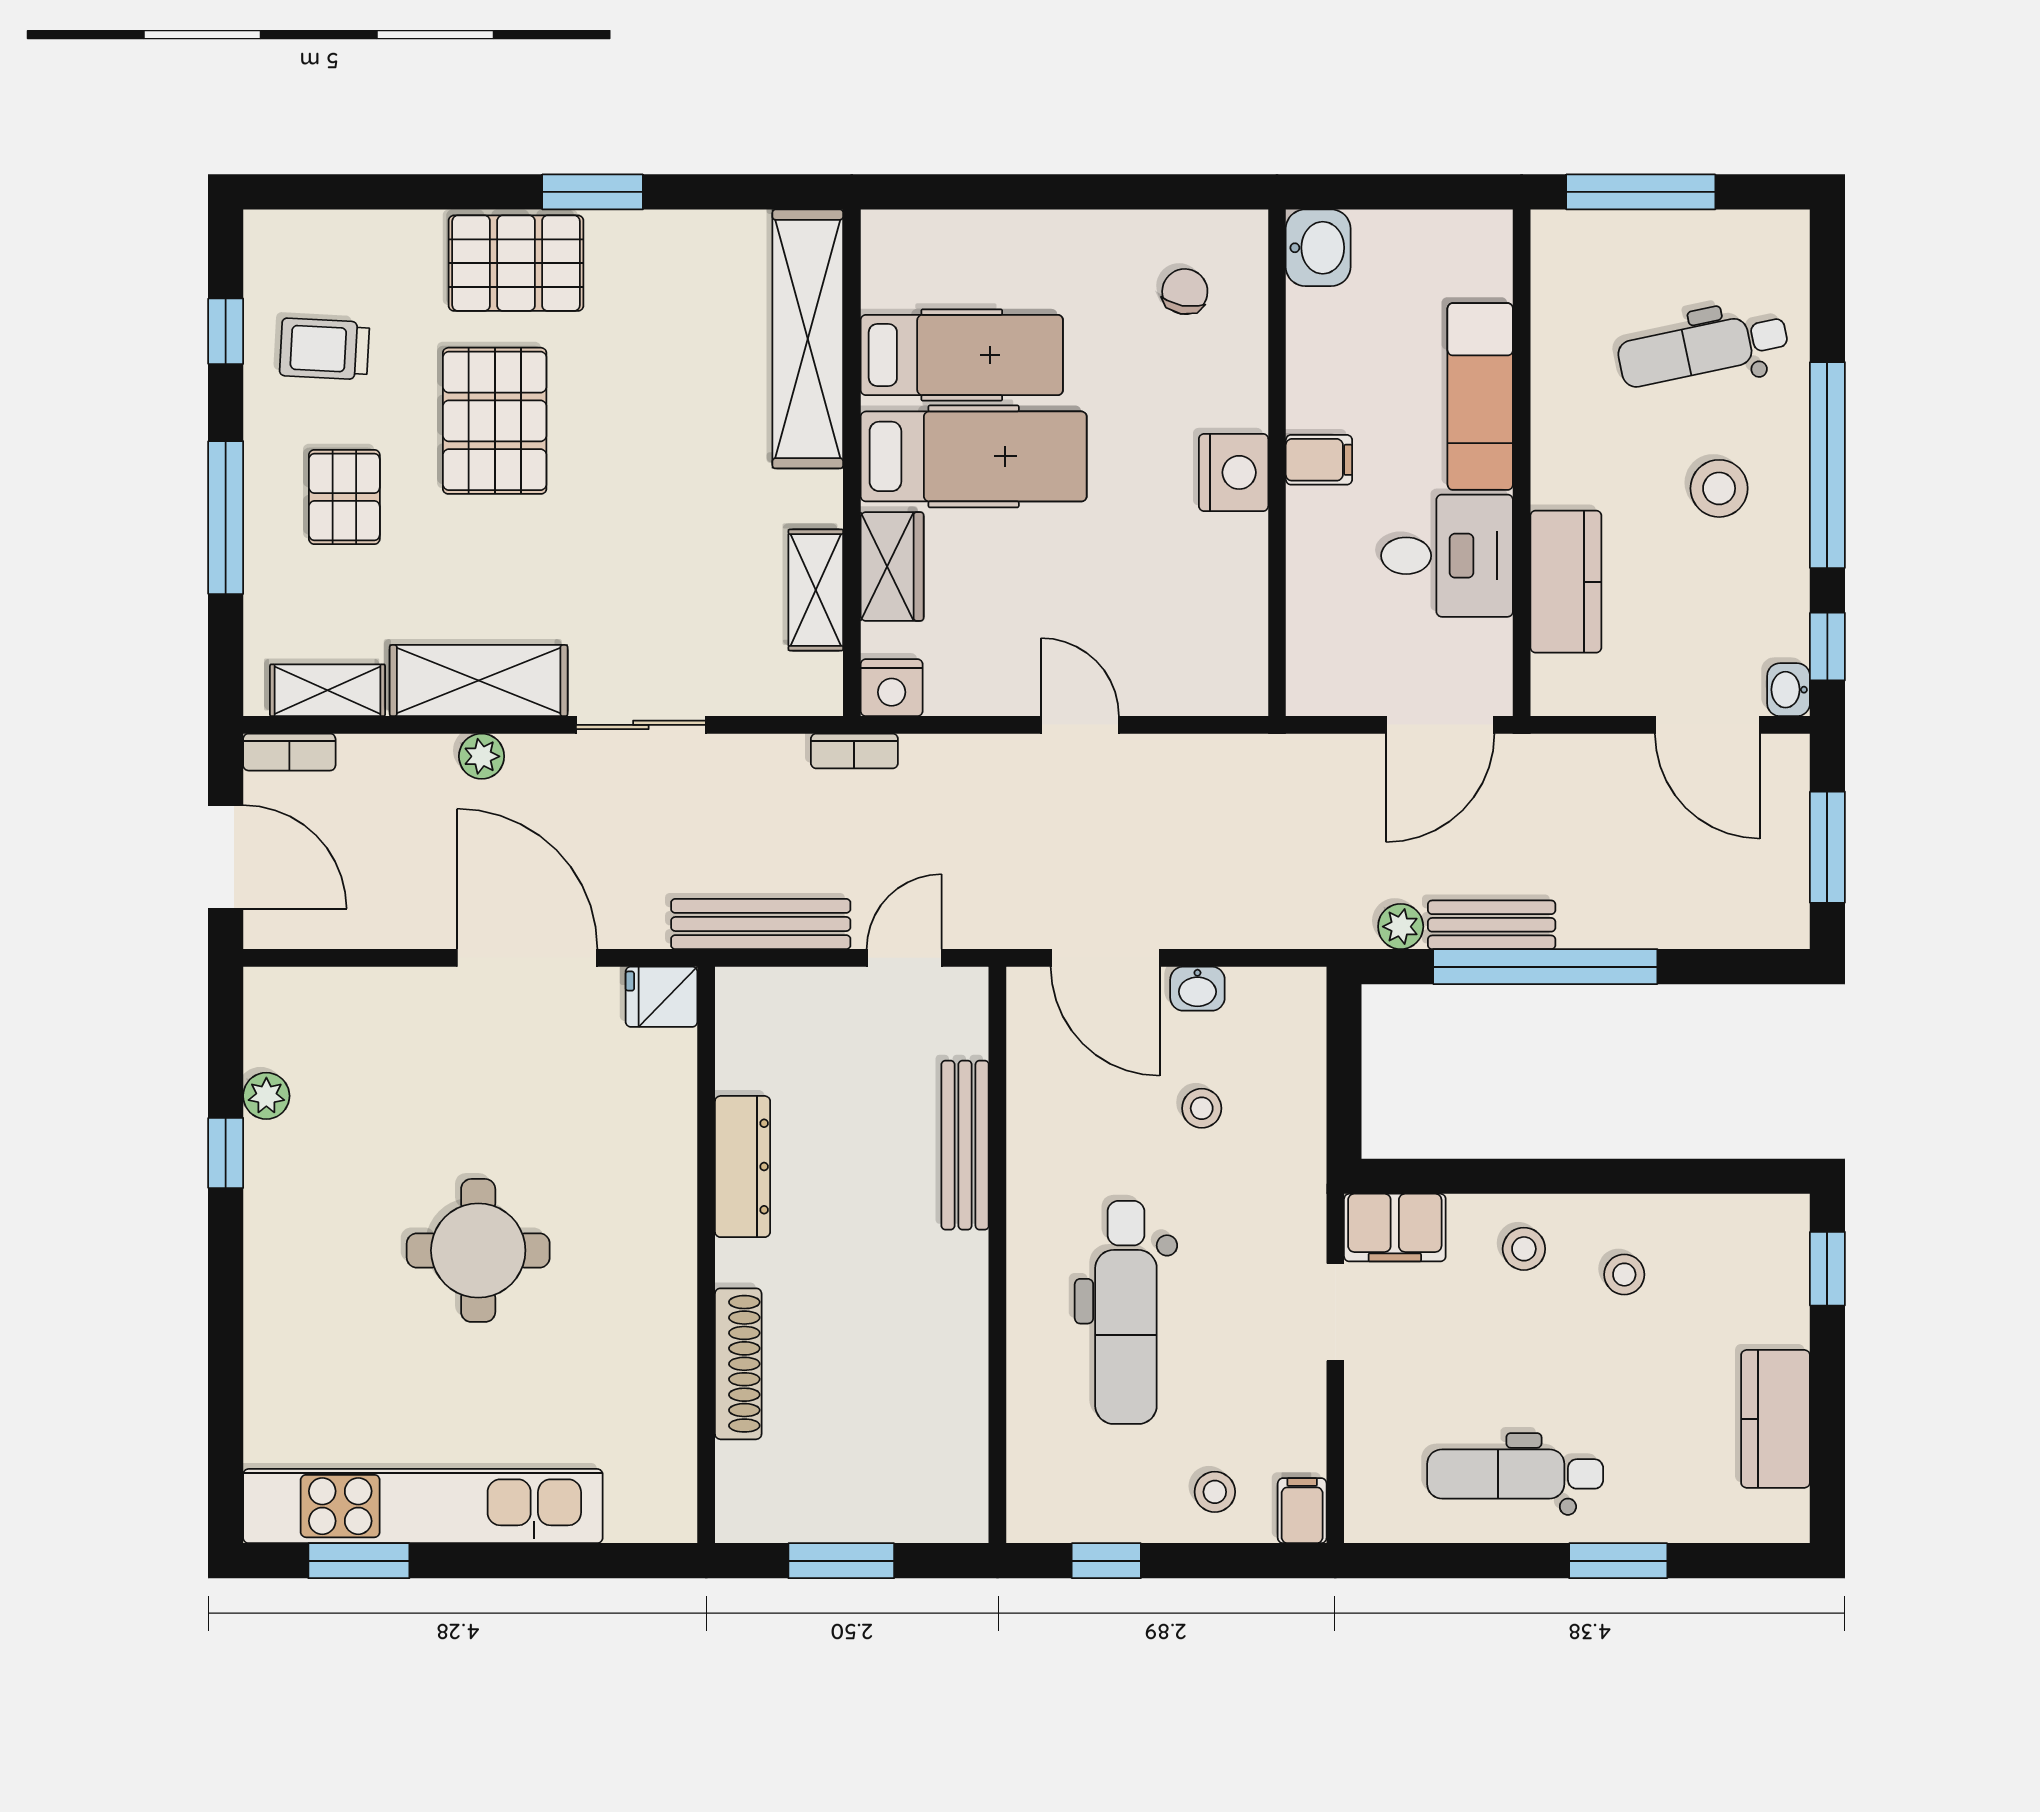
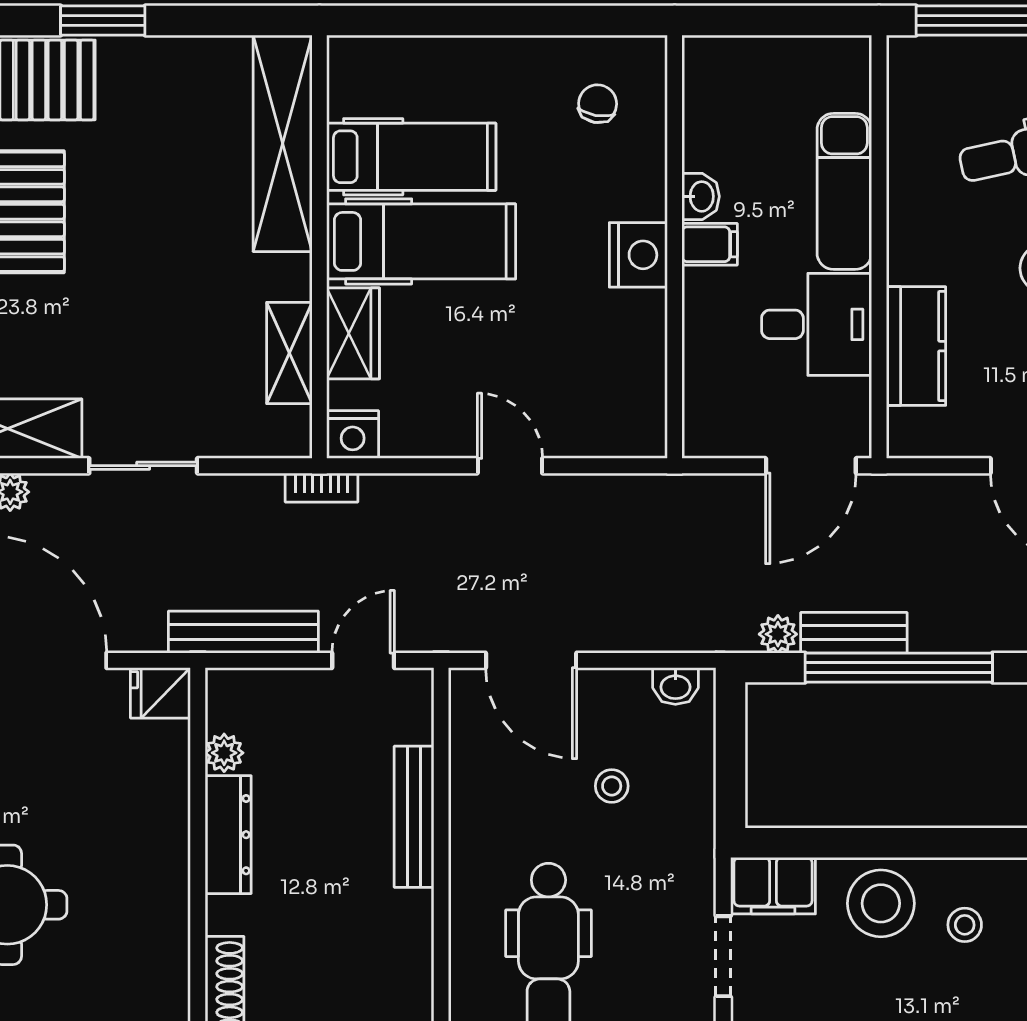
washbasin: (1318, 248) -> (701, 196), moved, width x0.72, depth x0.69
washbasin: (1197, 989) -> (675, 686), moved
plant: (738, 1069) -> (224, 753), added
stool: (1524, 1249) -> (881, 903), width x1.89, depth x1.89

